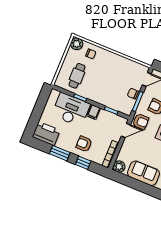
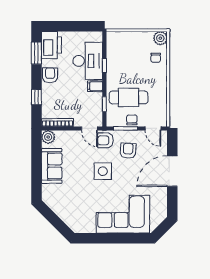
cafe table: (77, 76) -> (129, 97), moved, width x1.37, depth x1.35
armchair: (141, 122) -> (105, 140), turned 90
armchair: (84, 144) -> (50, 75), moved
window: (60, 153) -> (36, 53), moved

